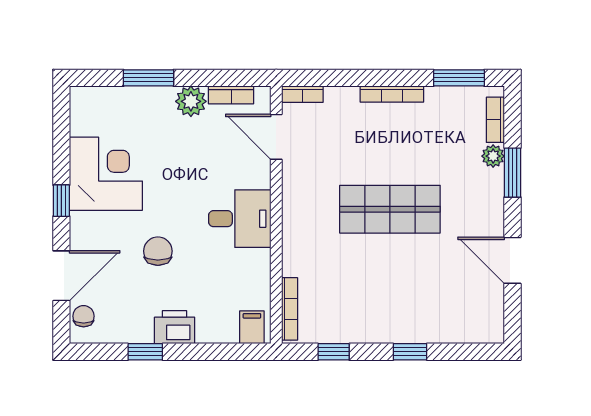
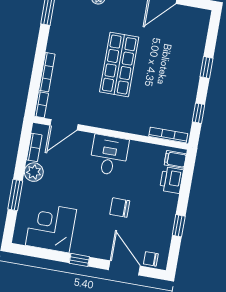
bookcase: (392, 94) -> (47, 72), moved
corner desk: (106, 174) -> (51, 227), moved
printer: (175, 327) -> (171, 180), moved

